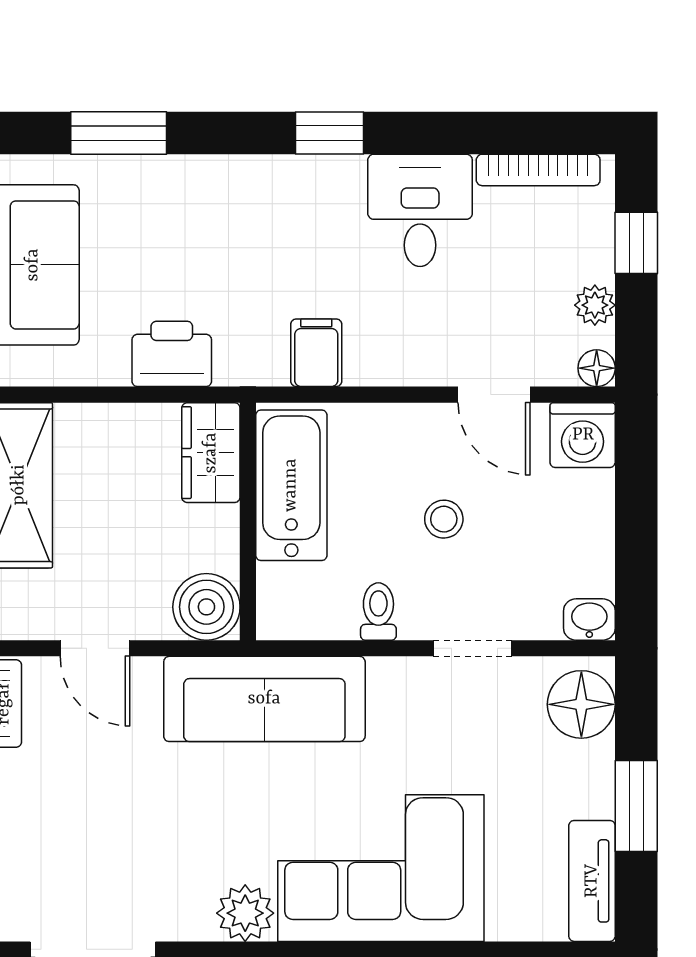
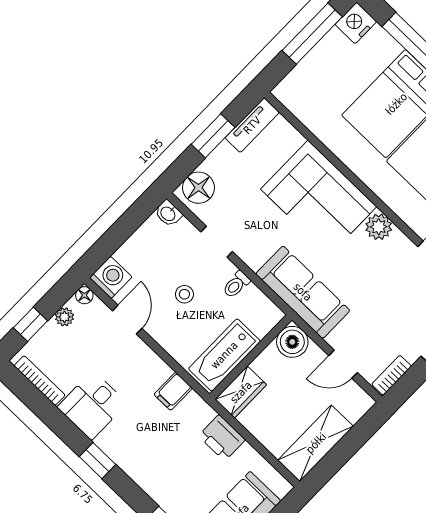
door: (95, 648) -> (343, 364), swing flipped

